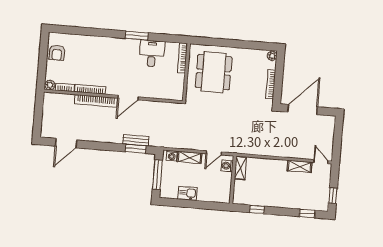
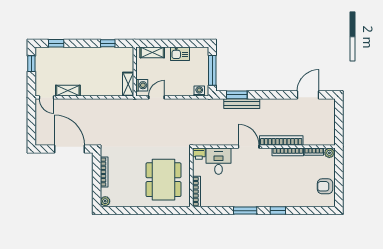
window: (105, 33) -> (278, 211), added
armchair: (57, 53) -> (325, 186), turned -90
desk: (152, 53) -> (219, 161), moved, turned 180
printer: (177, 95) -> (199, 154), added
door: (128, 98) -> (249, 147), hinge flipped
door: (303, 109) -> (70, 149), swing flipped
bench: (136, 140) -> (242, 104), width x1.36
shelving: (190, 157) -> (152, 52), moved

